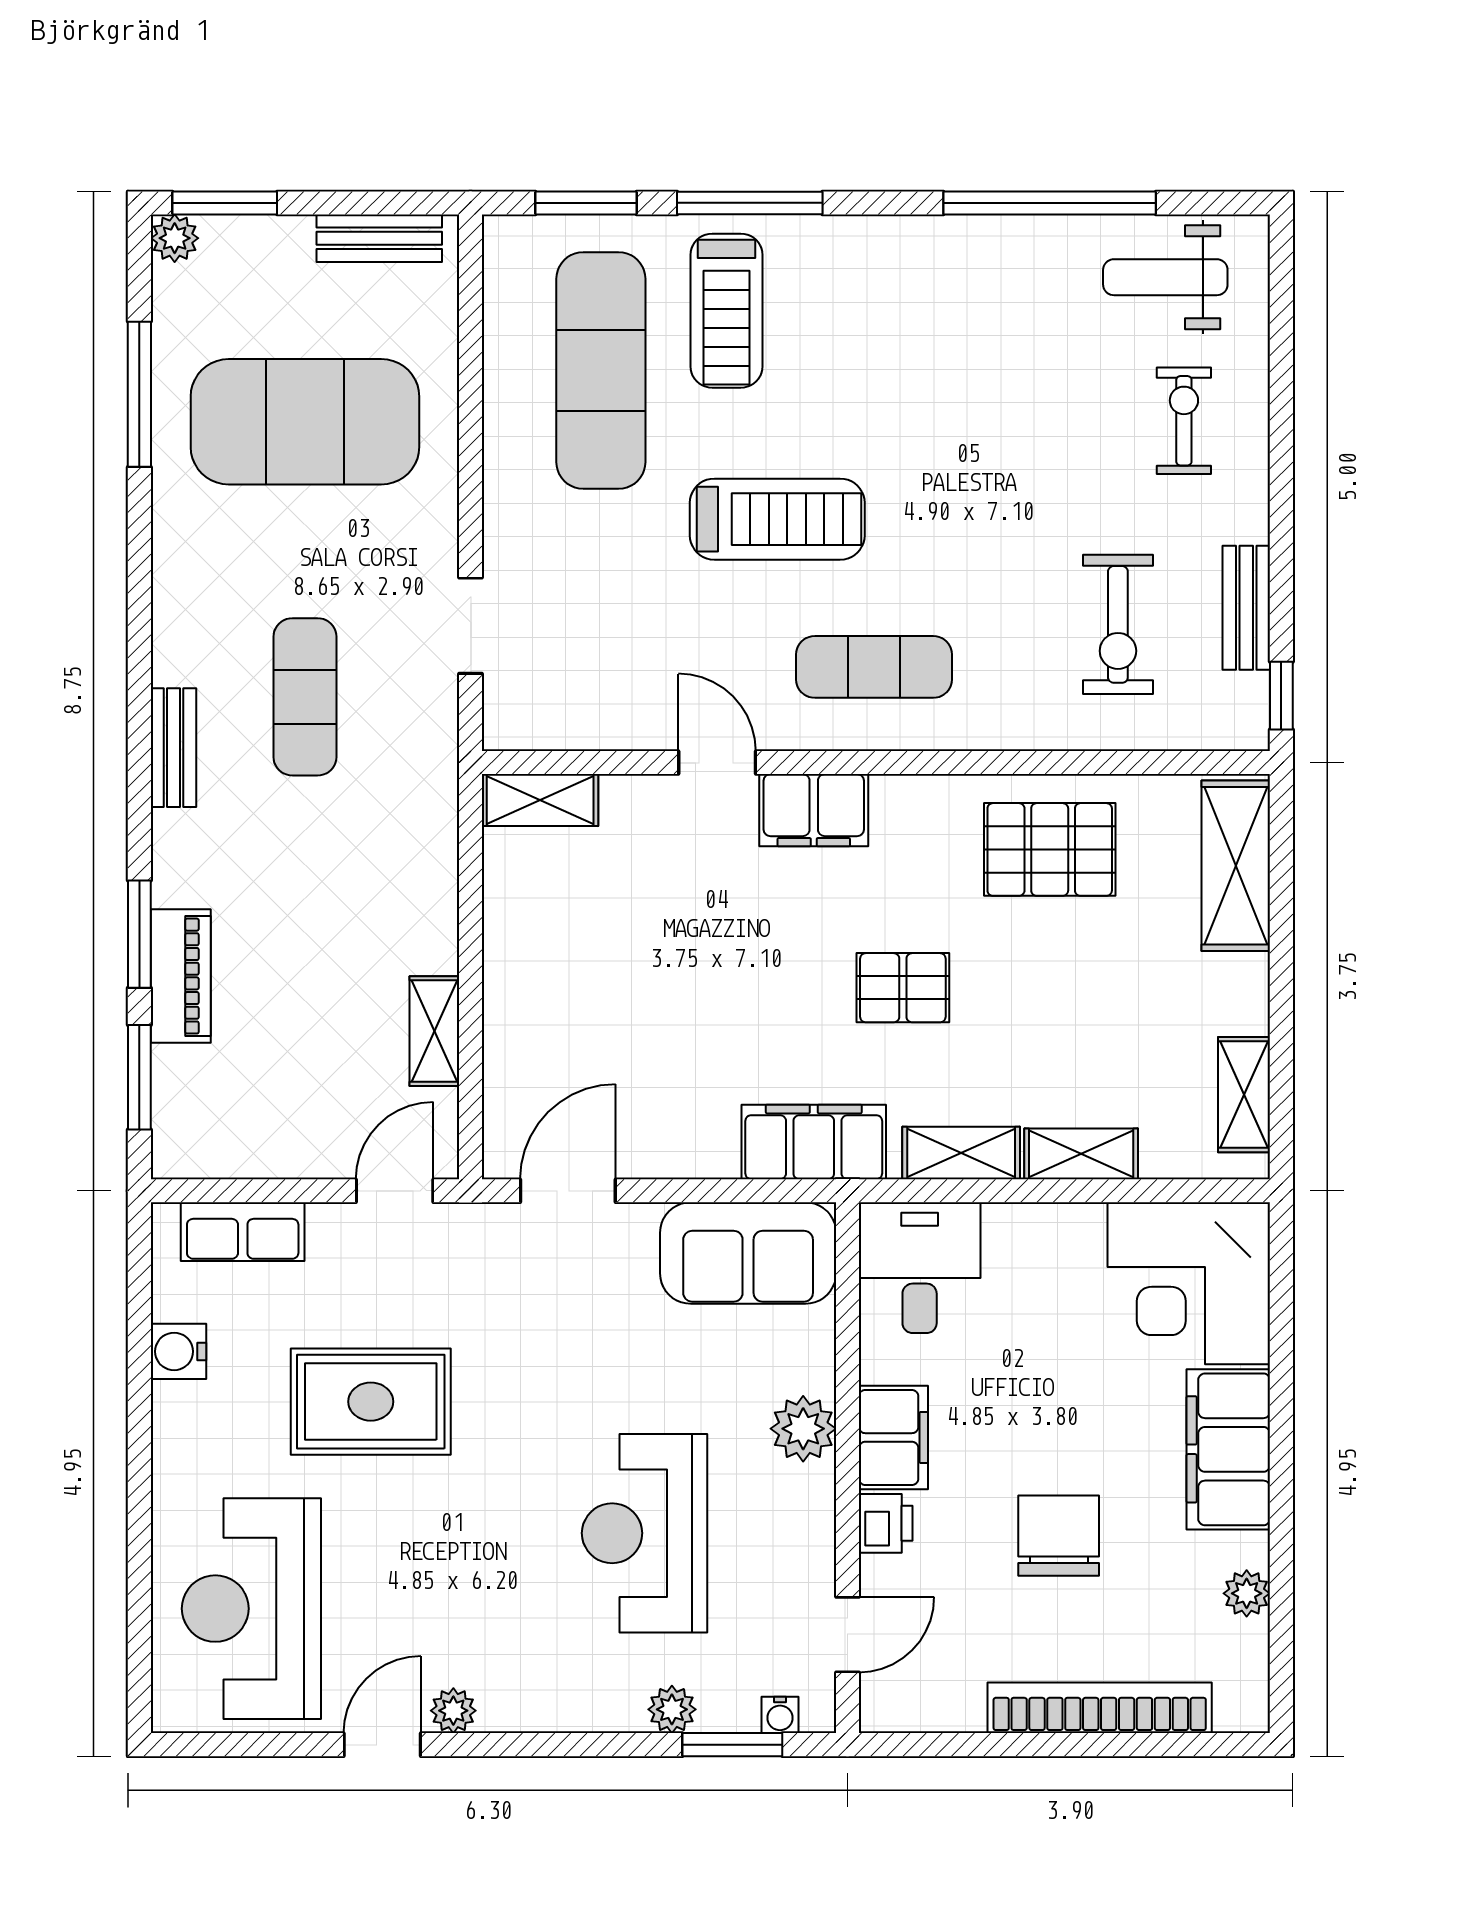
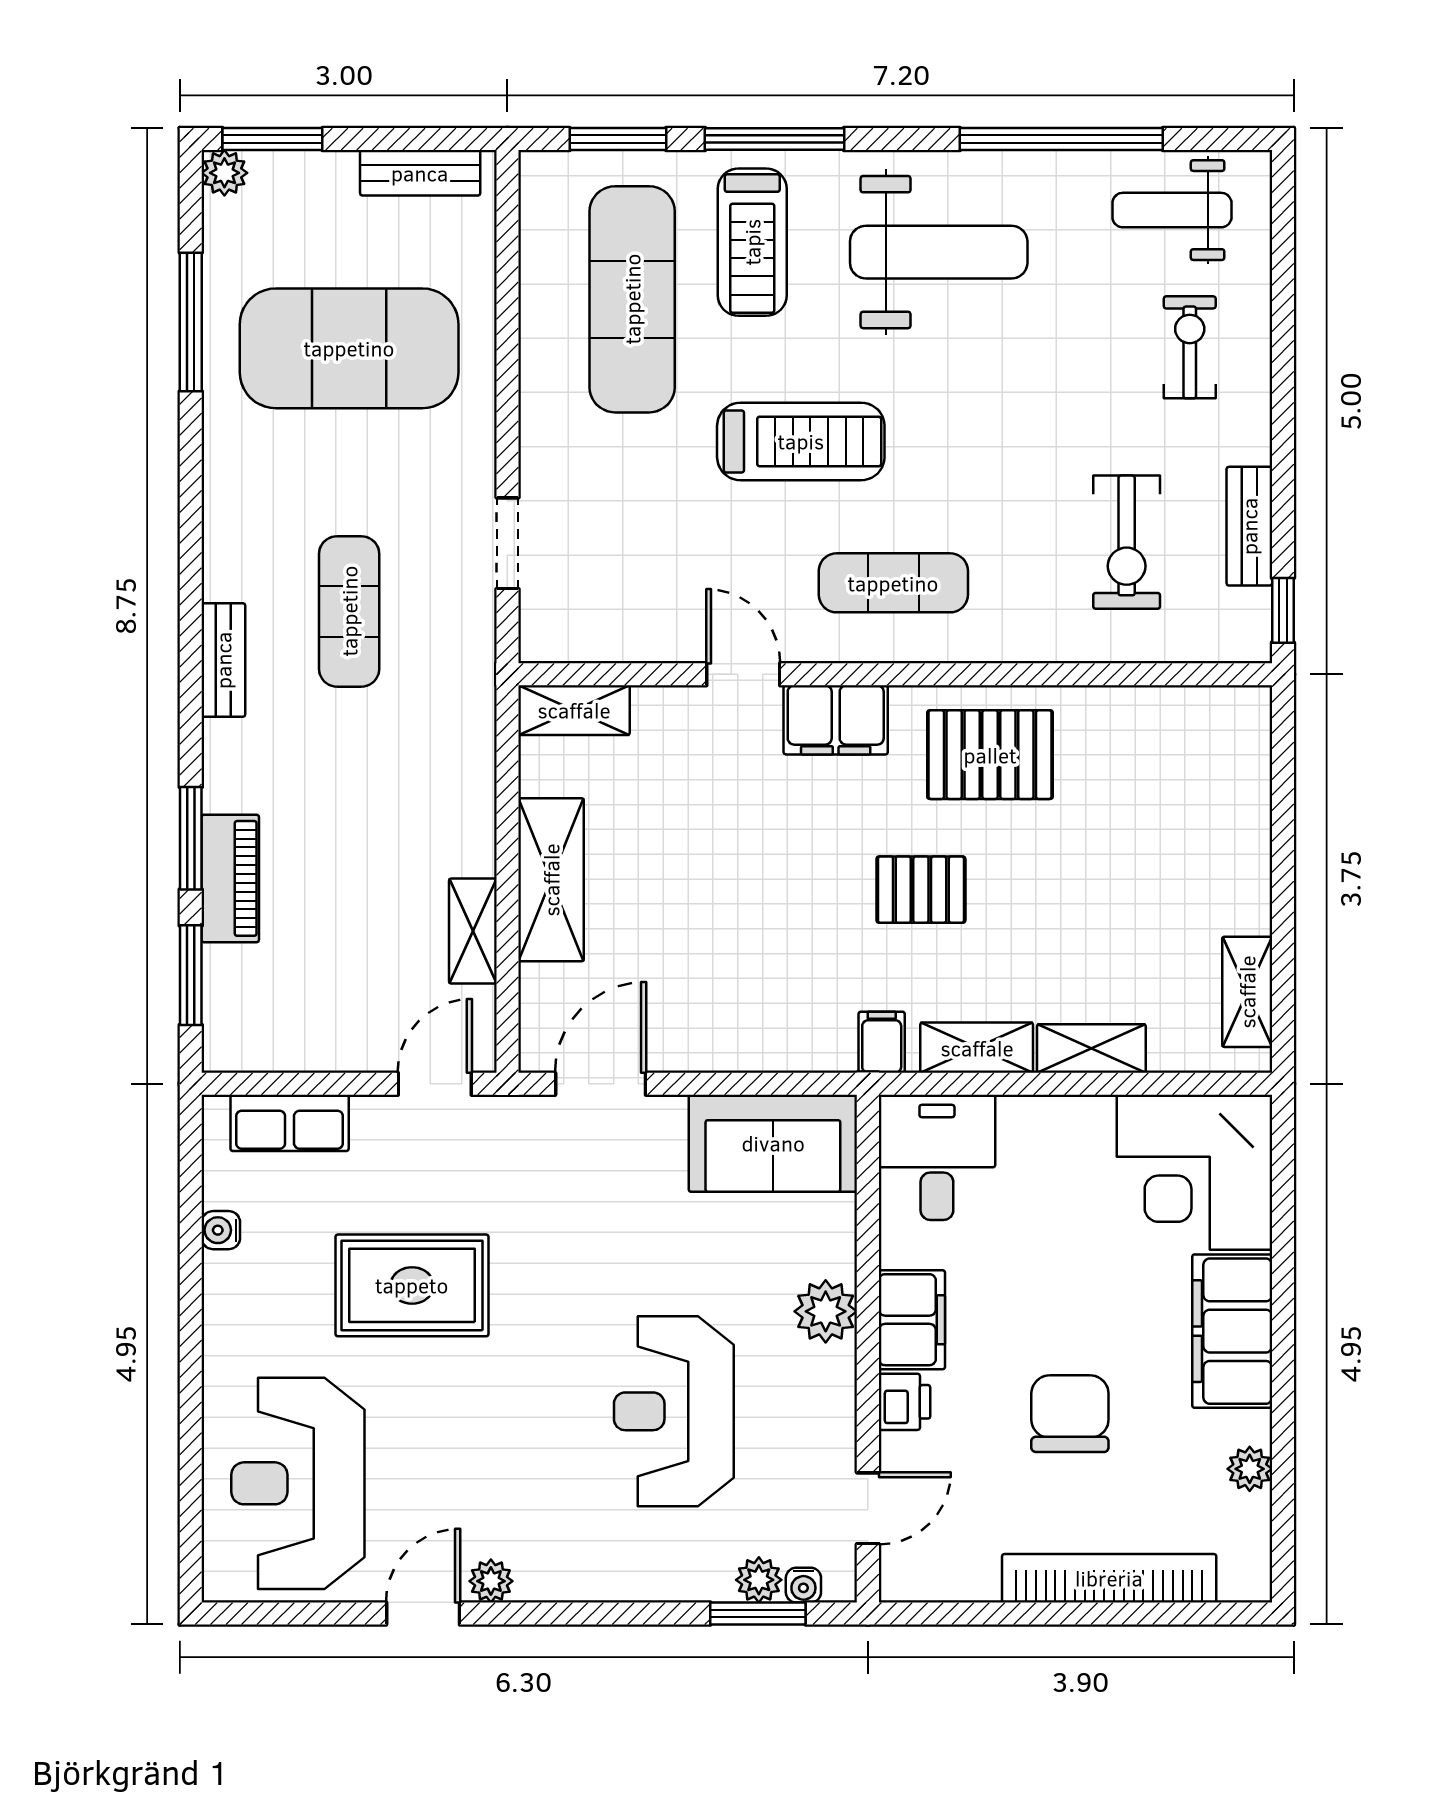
weight bench: (921, 321) -> (939, 252), added
pallet: (1050, 849) -> (990, 755), moved
shelving: (1236, 866) -> (551, 880), moved
filing cabinet: (814, 1142) -> (882, 1042), width x0.33, depth x0.86
water cooler: (178, 1351) -> (221, 1230), width x0.72, depth x0.72
plant: (672, 1709) -> (759, 1580), moved

